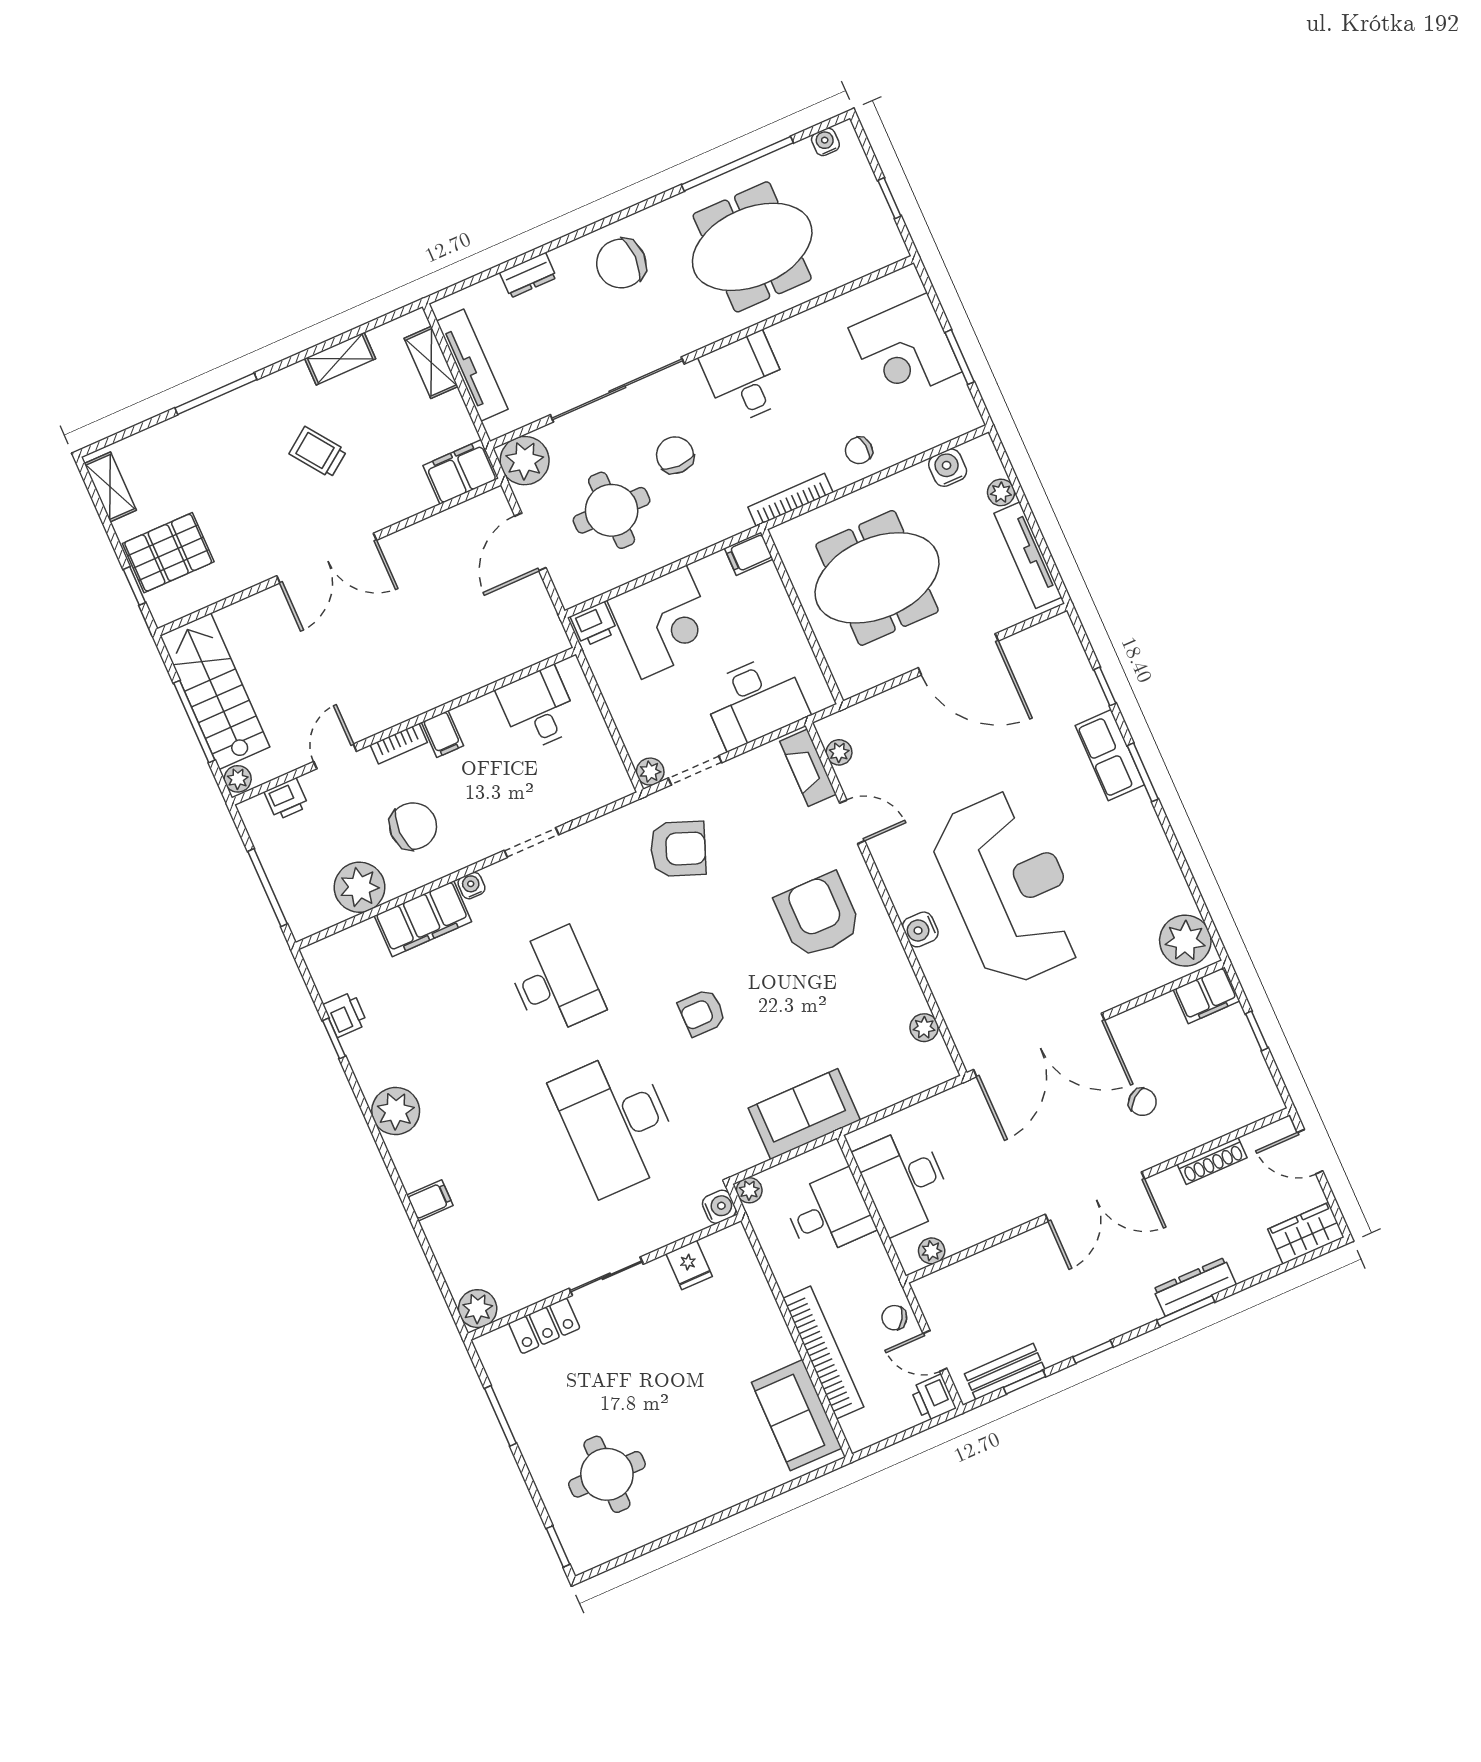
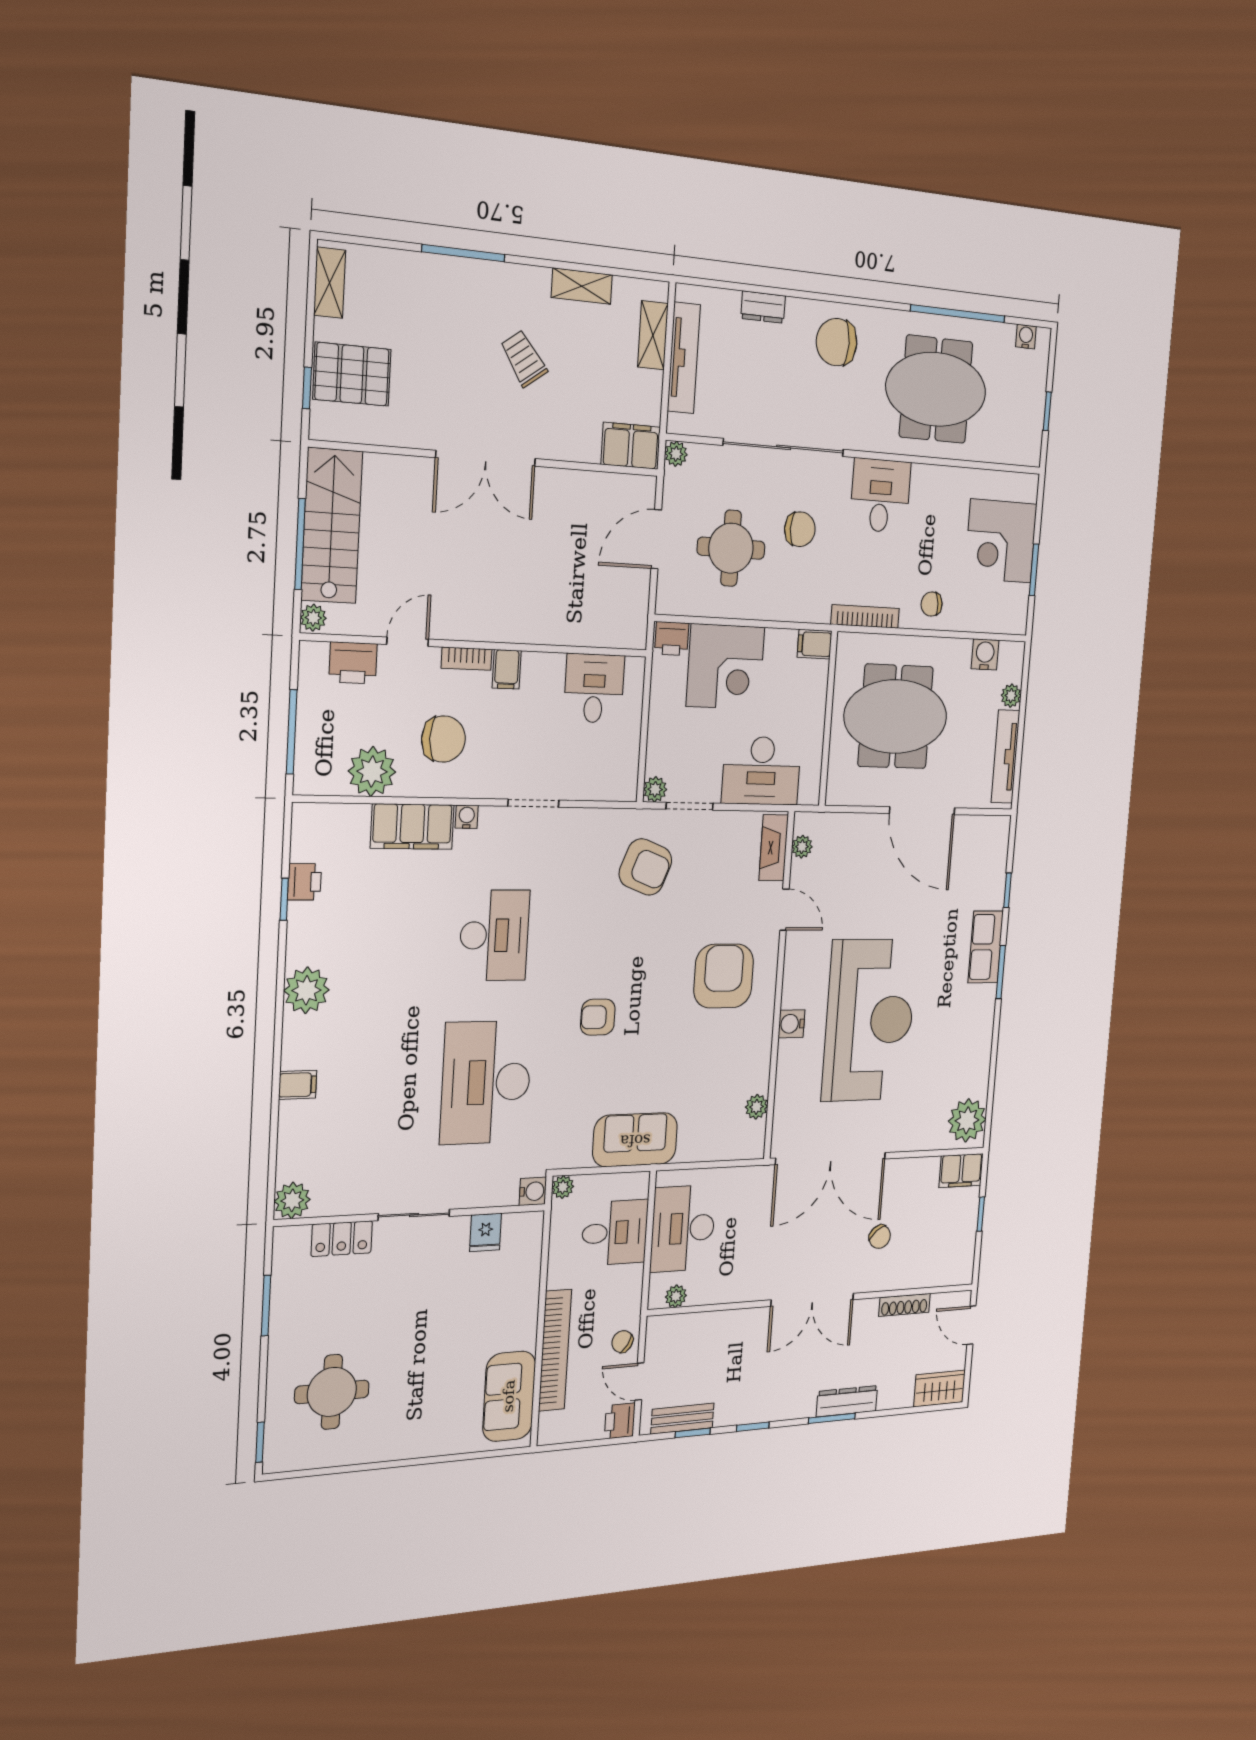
chair: (675, 455) -> (800, 529), turned 90
plant: (525, 461) -> (676, 454), width x0.53, depth x0.53
printer: (286, 799) -> (353, 663), width x1.36, depth x1.24

